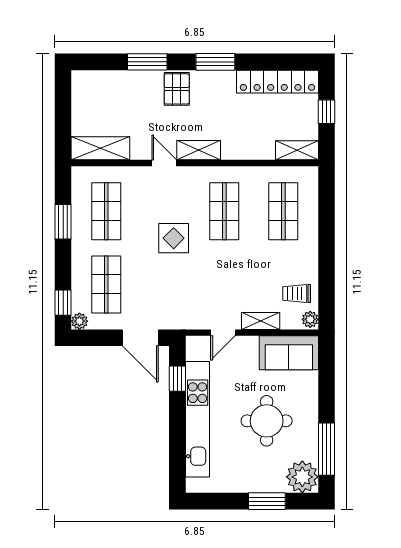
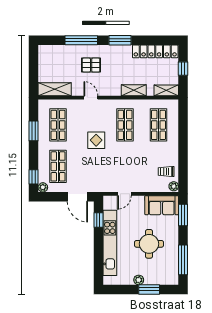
window: (147, 62) -> (81, 40), width x1.44
pallet: (177, 89) -> (91, 65), moved, turned 90
shelving: (199, 150) -> (134, 90), moved
shelving: (261, 321) -> (146, 187), removed
window: (327, 370) -> (183, 215), added
plant: (302, 477) -> (139, 280), moved, width x0.53, depth x0.53

